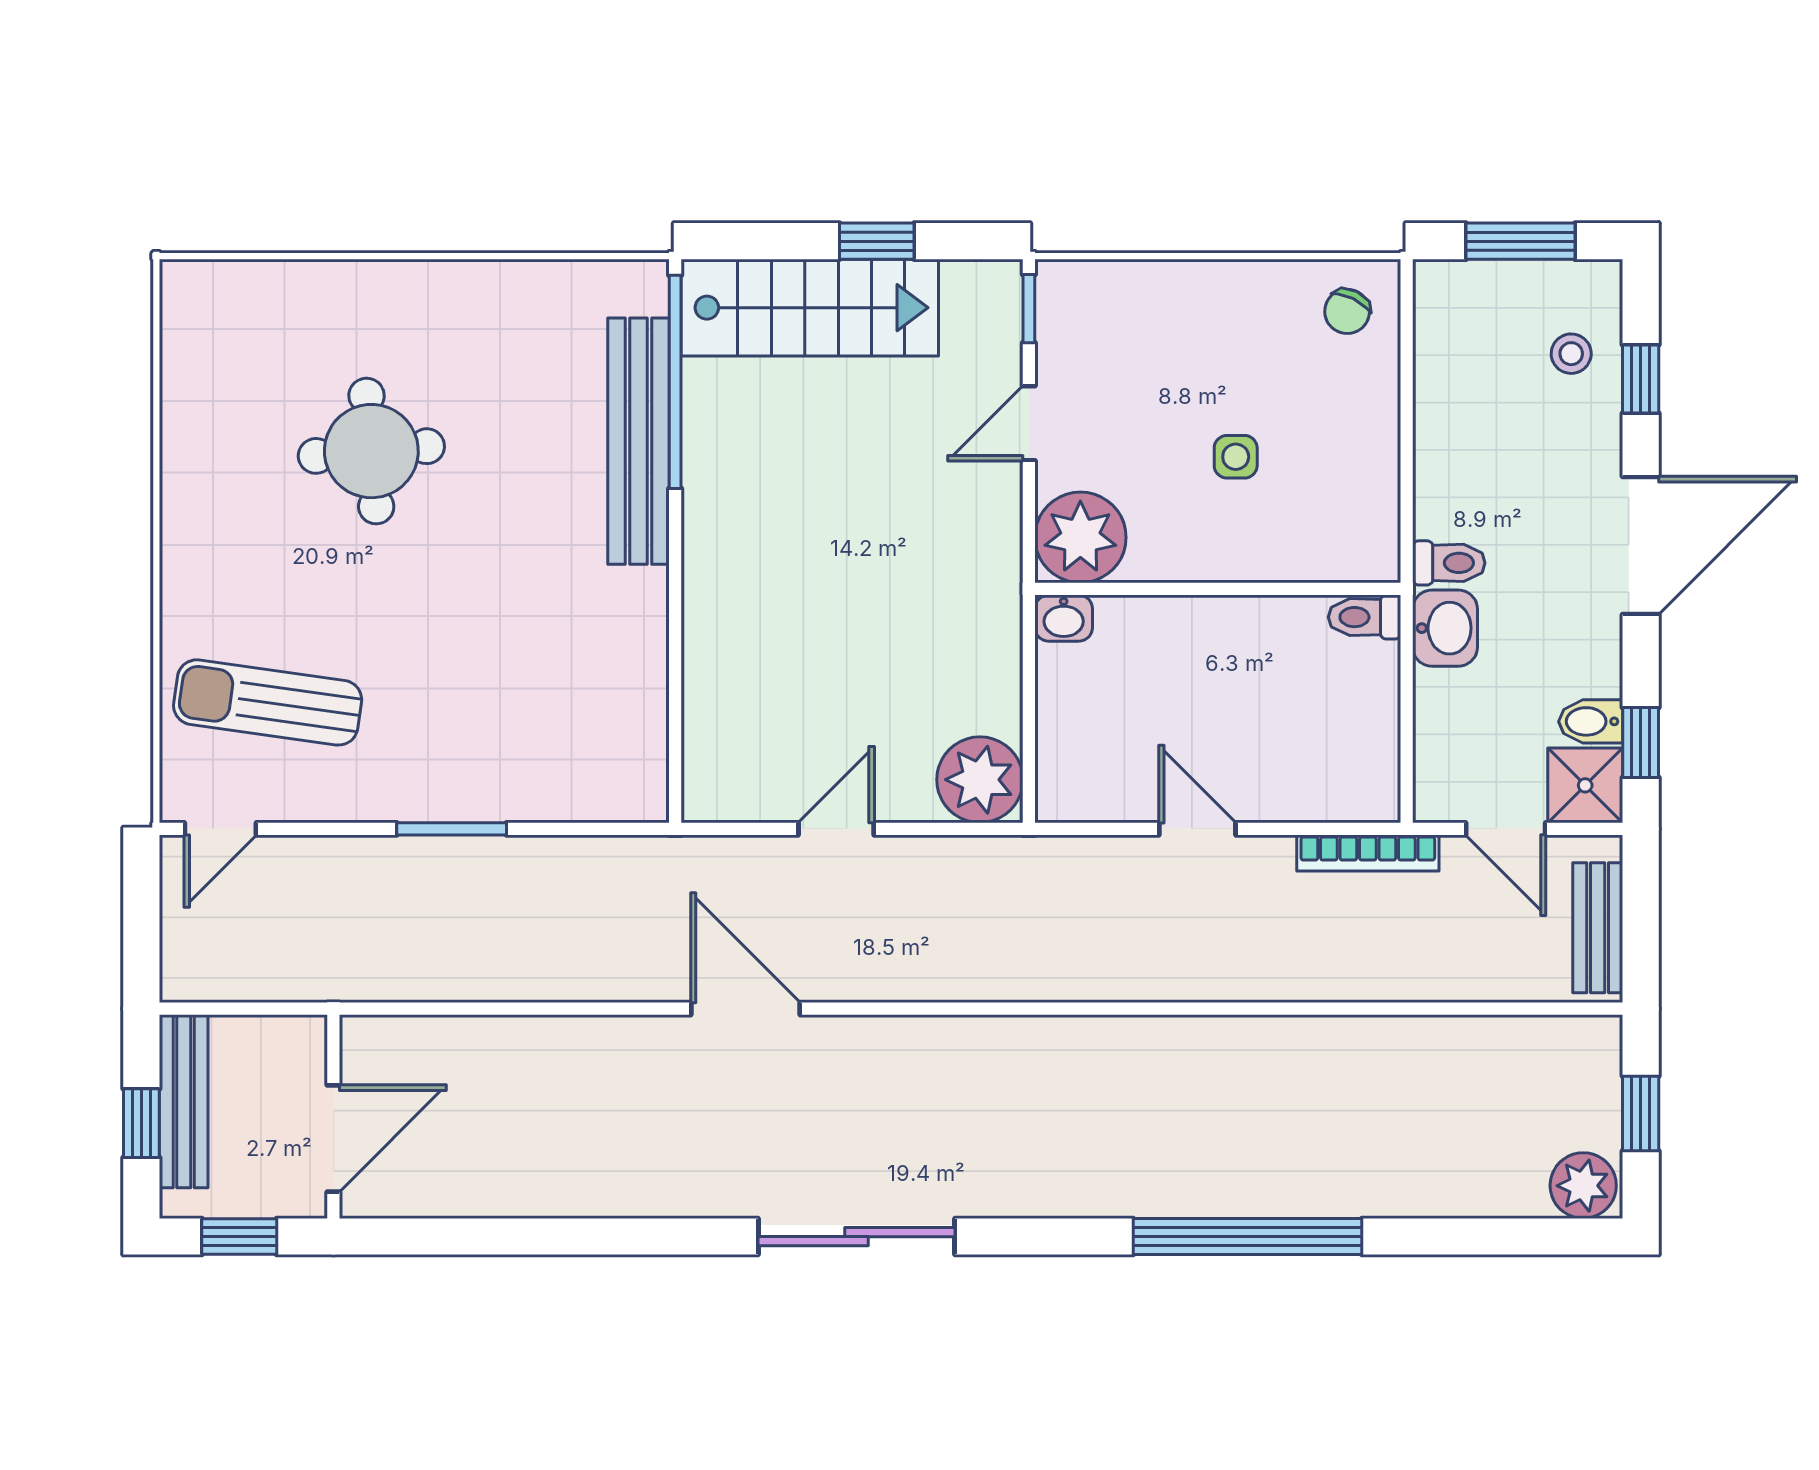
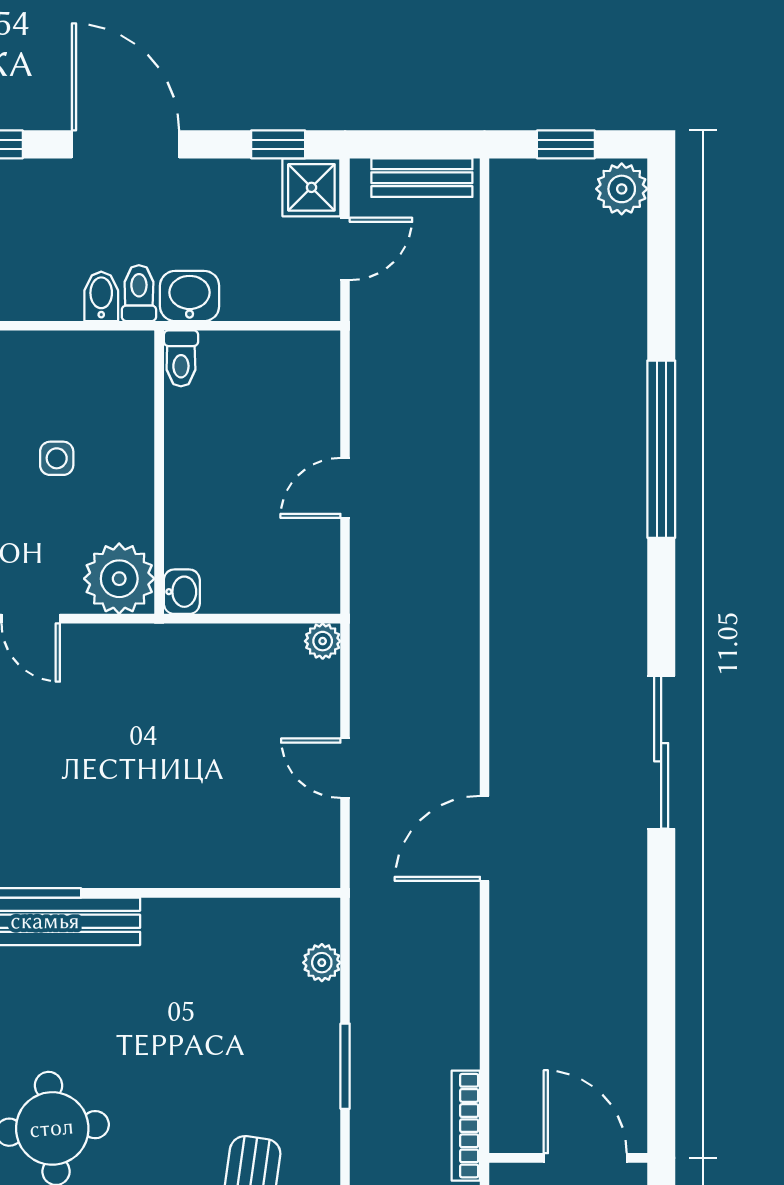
bidet: (1591, 721) -> (101, 296), moved, turned 180
plant: (980, 780) -> (323, 641), width x0.53, depth x0.53
plant: (585, 799) -> (322, 963), added
bookcase: (1368, 853) -> (466, 1126), moved, turned 180

